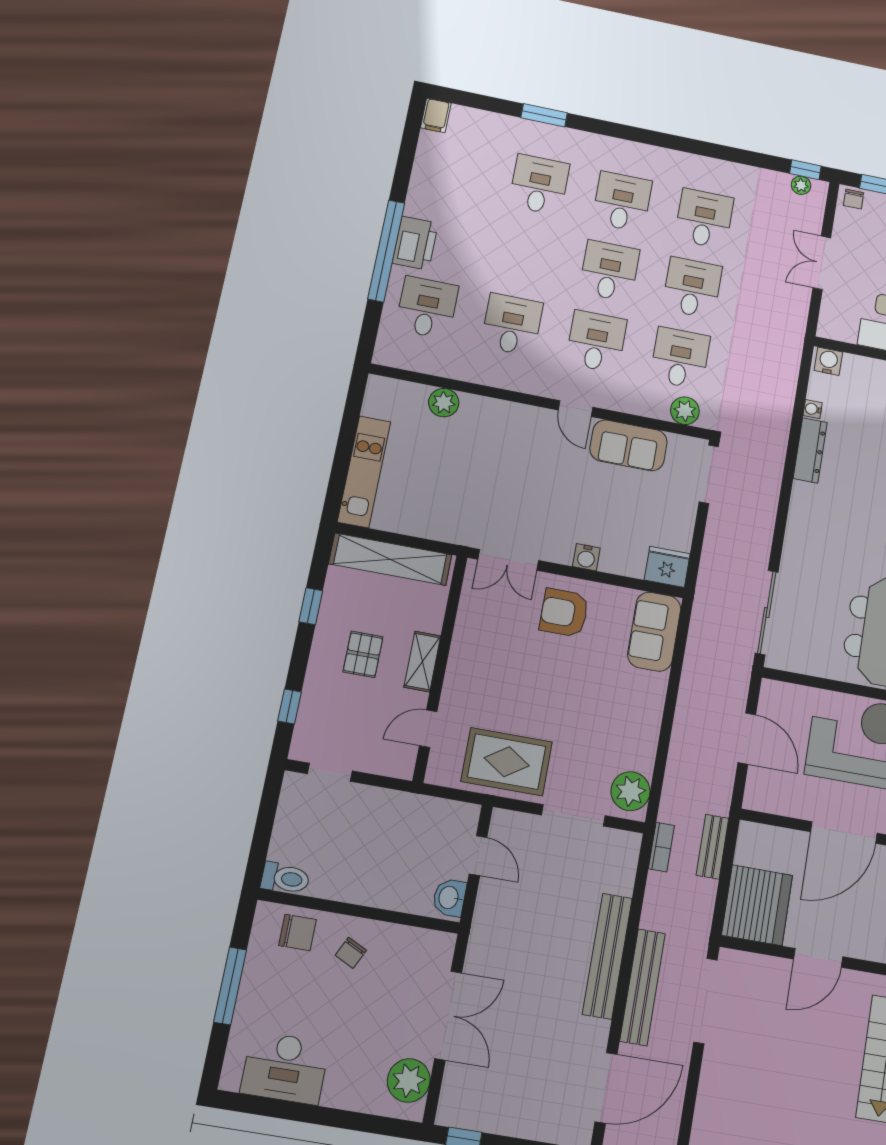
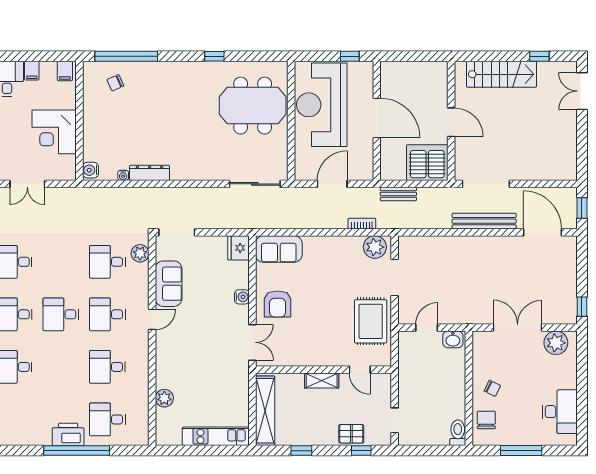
desk: (692, 288) -> (61, 262), removed
pallet: (363, 654) -> (351, 434), moved
bookcase: (661, 847) -> (362, 224), moved
bench: (607, 956) -> (470, 244), removed

